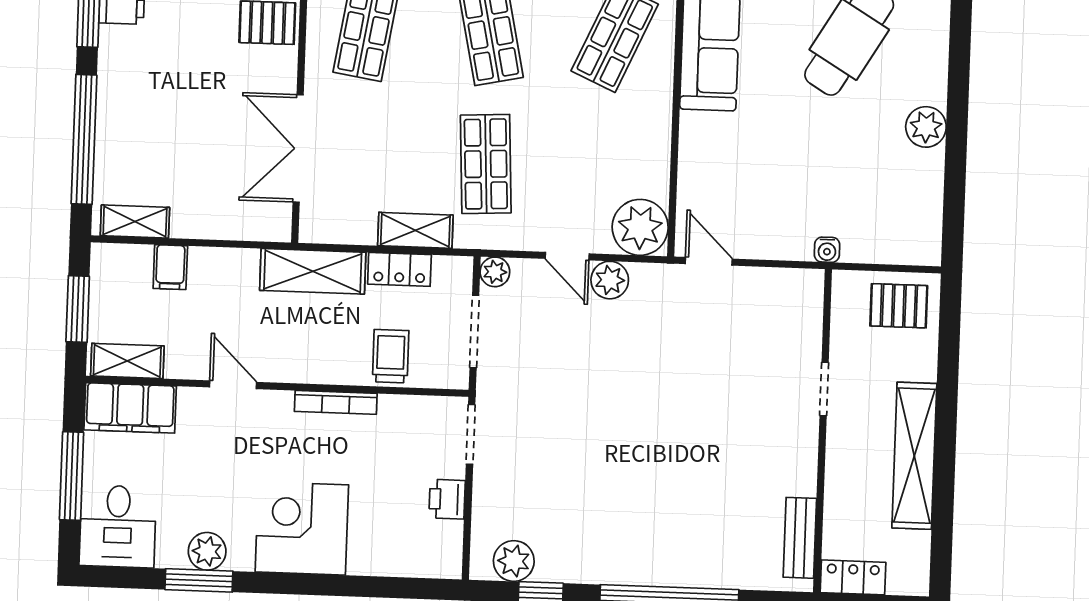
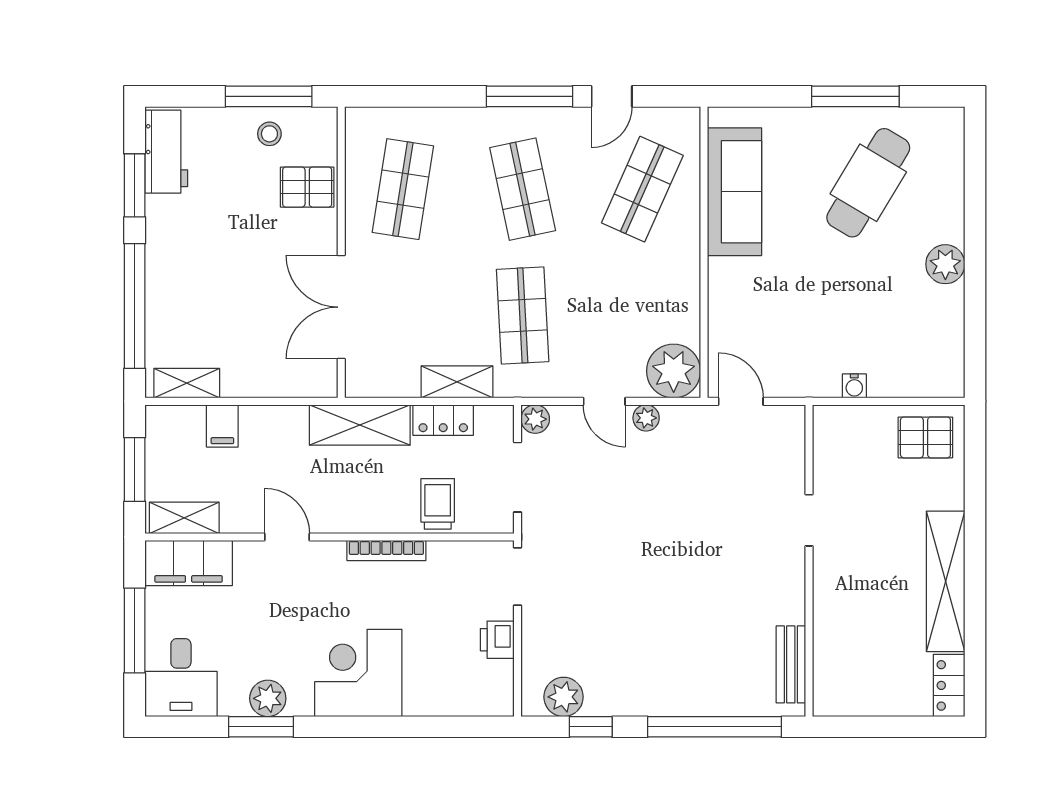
plant: (610, 280) -> (646, 418), width x0.73, depth x0.73
doorway: (824, 389) -> (809, 520), moved
wall: (823, 431) -> (809, 561), moved
bench: (800, 538) -> (791, 664), moved
locker: (853, 577) -> (949, 685), moved, turned -90

